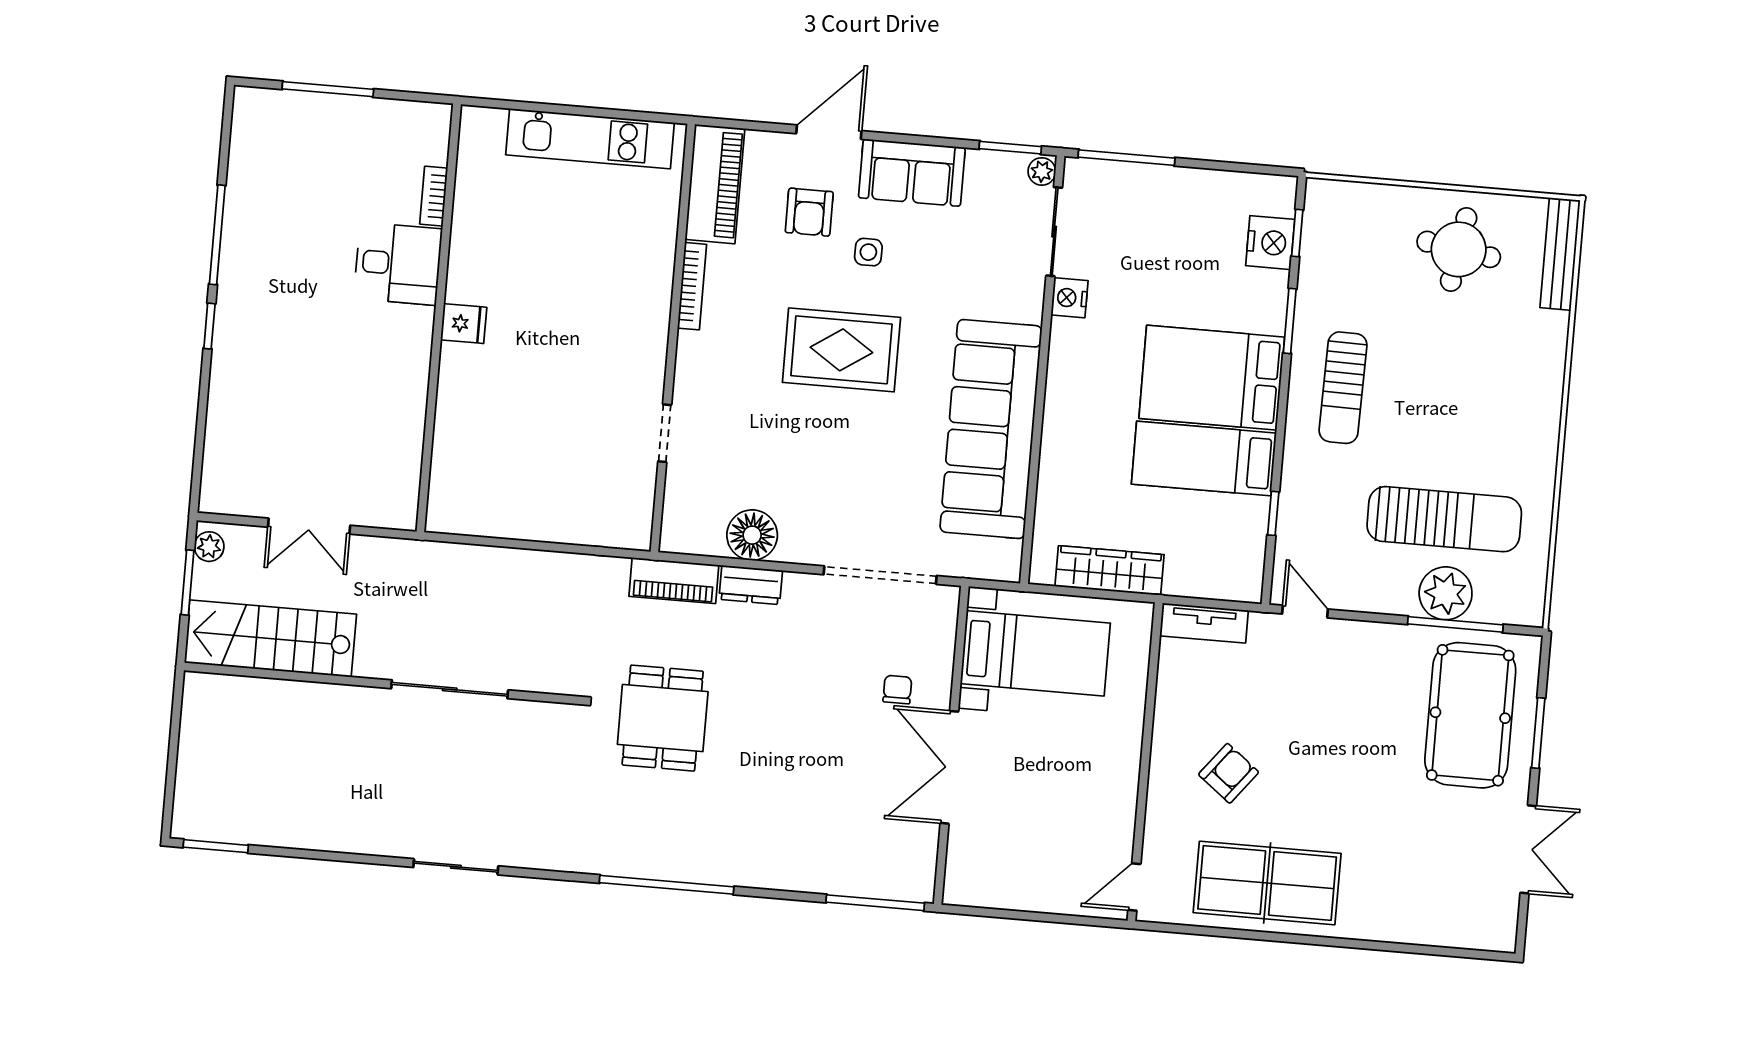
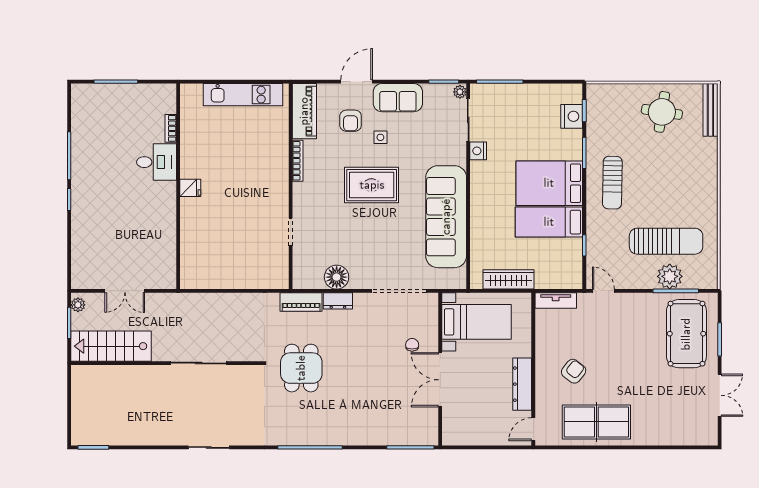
dresser: (1119, 791) -> (522, 384), added

